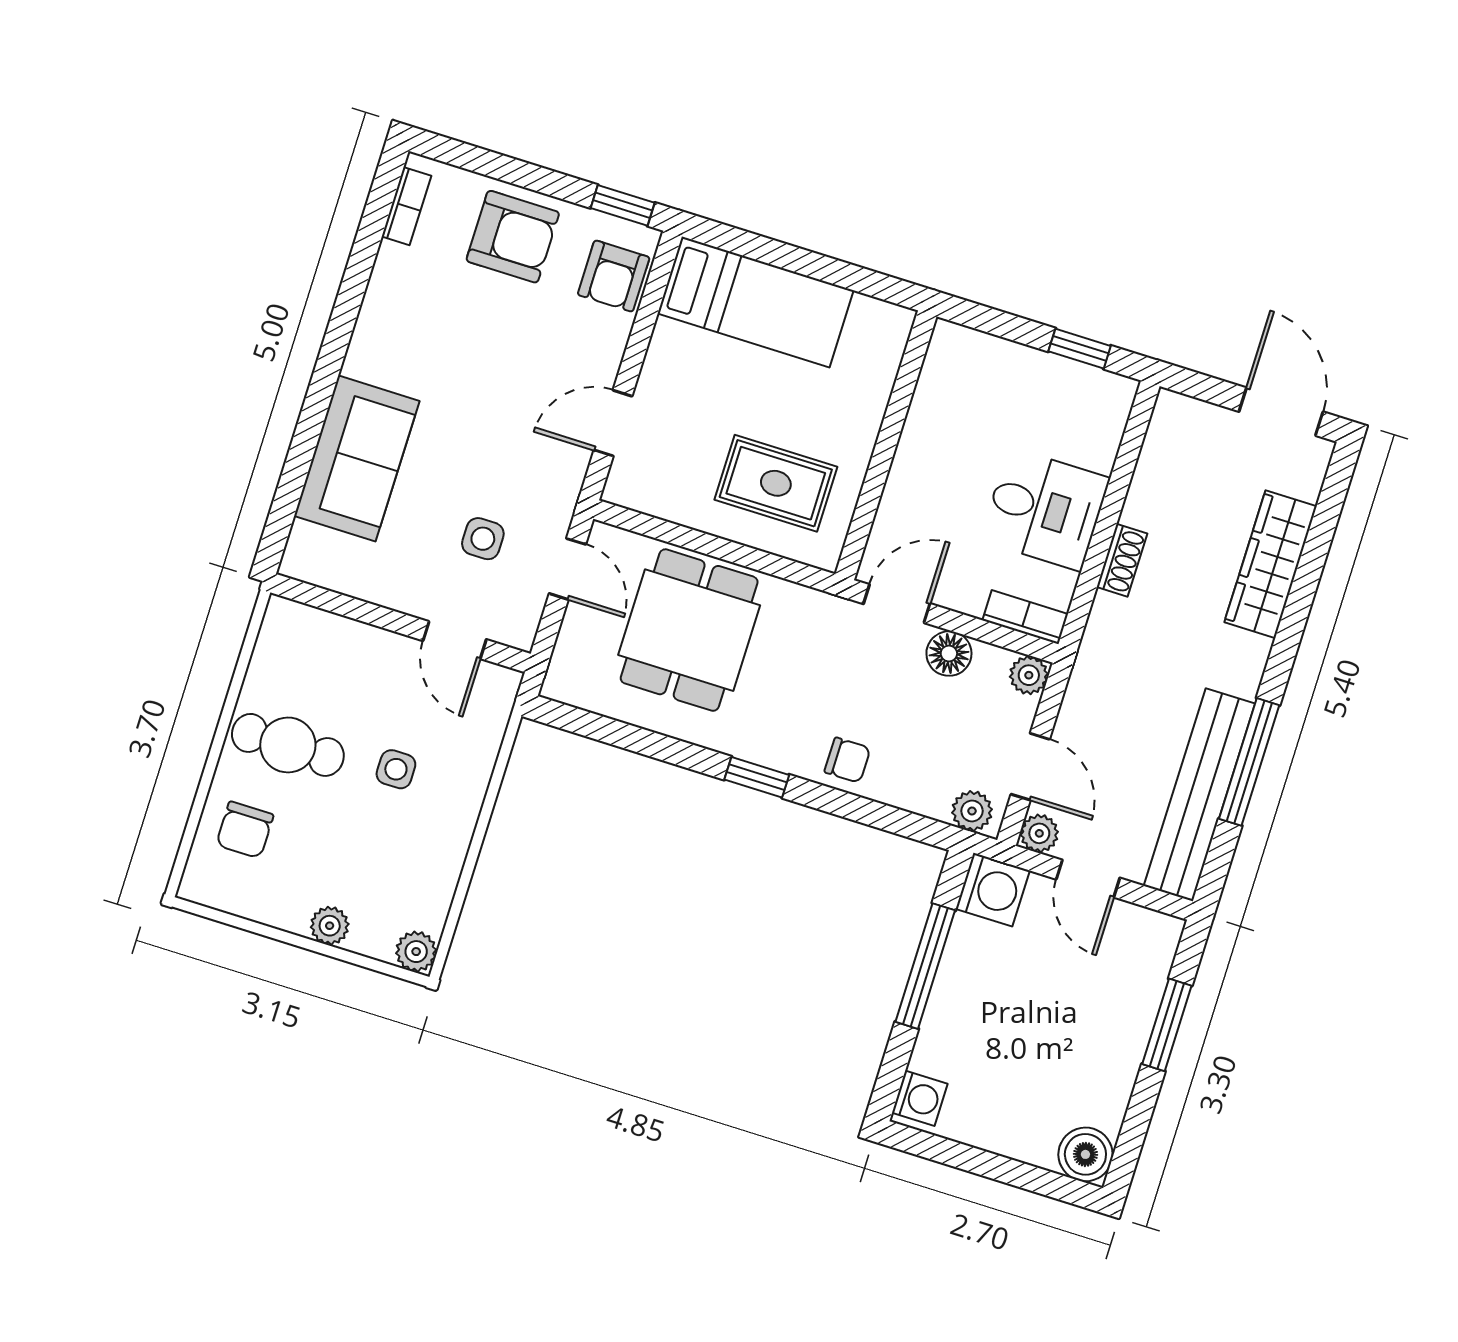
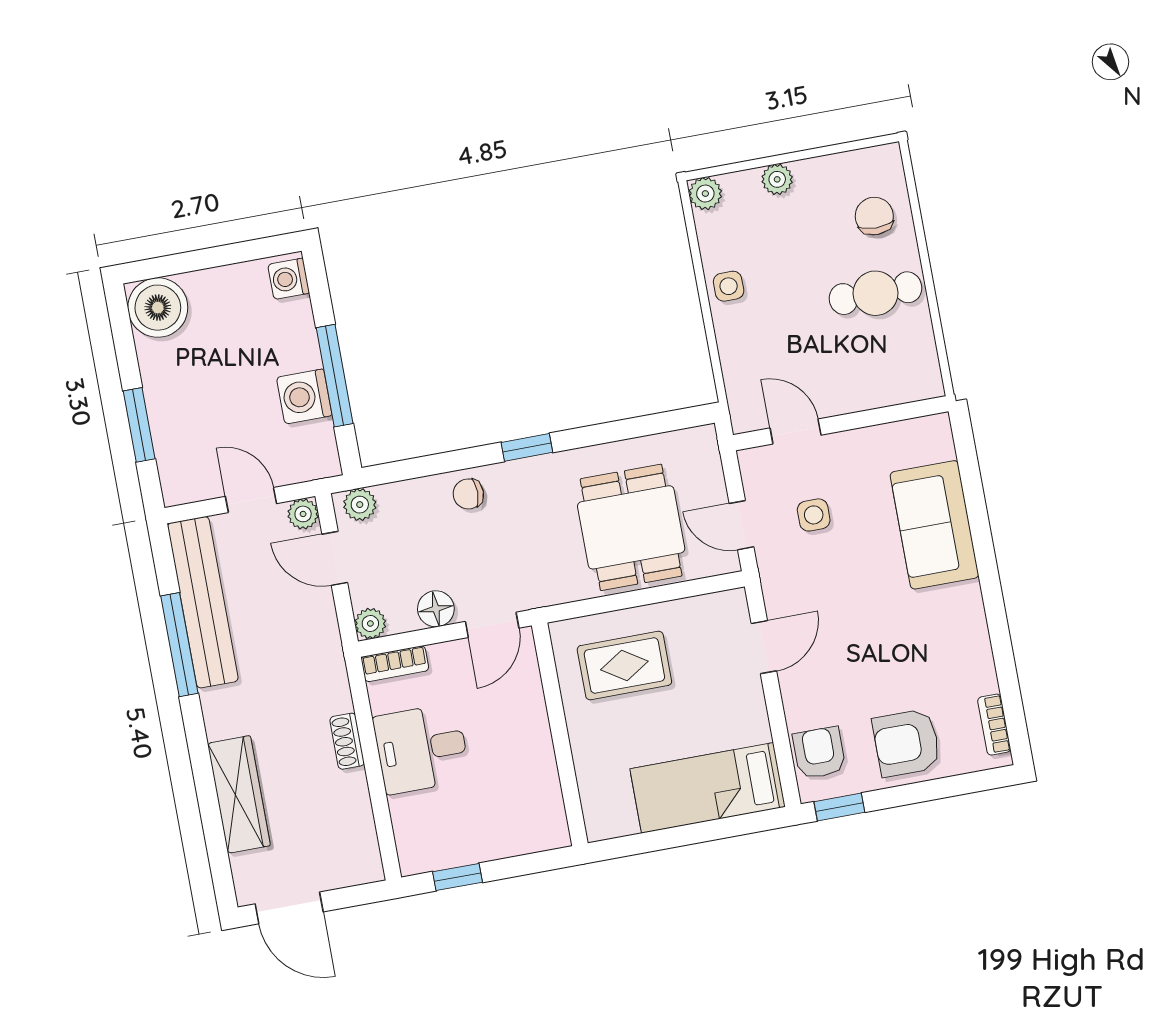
side table: (396, 769) -> (729, 286), moved
washing machine: (993, 890) -> (304, 396), moved
boiler: (1085, 1154) -> (158, 308), width x1.37, depth x1.37

